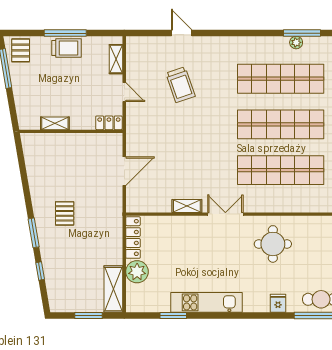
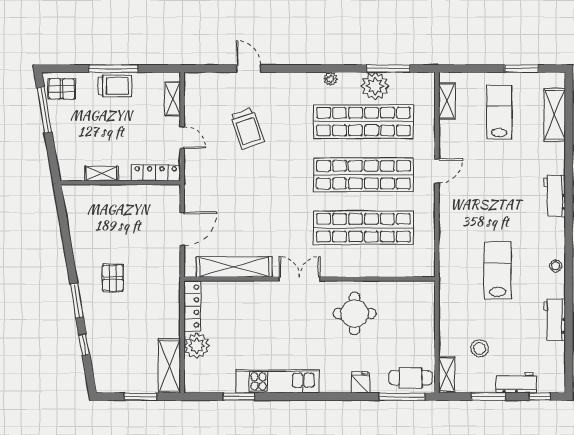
plant: (252, 42) -> (330, 79), added
plant: (296, 42) -> (375, 86), width x1.87, depth x1.87
pallet: (21, 50) -> (62, 89), turned 90
locker: (109, 123) -> (156, 173), width x1.53
shelving: (187, 206) -> (234, 267), width x2.20, depth x1.33

